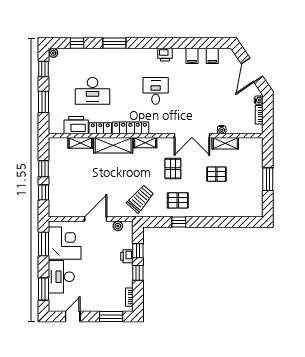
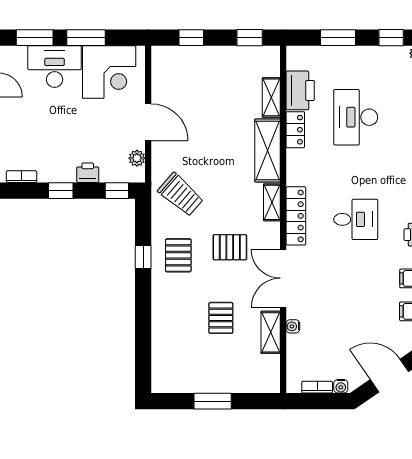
locker: (130, 128) -> (296, 216), moved
window: (43, 169) -> (250, 38), moved
window: (43, 244) -> (86, 38), moved
window: (138, 251) -> (117, 191), moved

